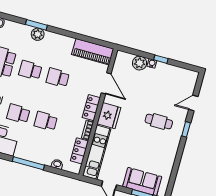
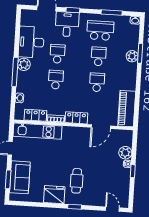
door: (193, 103) -> (112, 209), moved
fridge: (109, 116) -> (54, 195), moved, turned 180
plant: (22, 152) -> (24, 64), added

